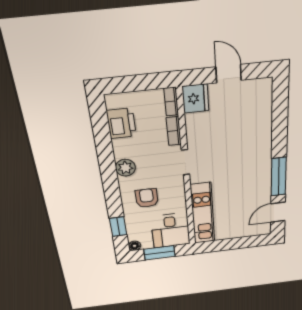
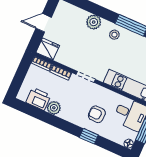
plant: (262, 134) -> (94, 22), added
stool: (257, 165) -> (114, 35), added
plant: (125, 168) -> (54, 108), moved
window: (118, 227) -> (89, 136), moved

